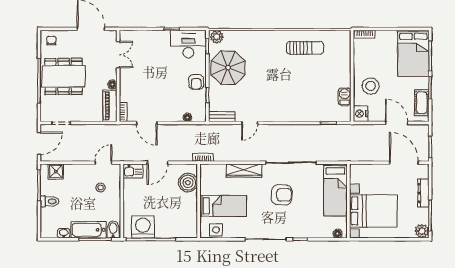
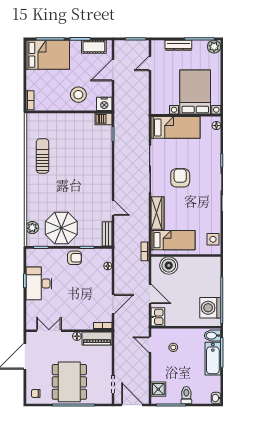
plant: (217, 37) -> (32, 228), moved
desk: (188, 44) -> (39, 283), moved
barbecue: (345, 97) -> (103, 119), moved
door: (404, 163) -> (150, 63), width x0.53
bed: (223, 206) -> (173, 240), moved, turned 90
washbasin: (64, 233) -> (216, 398), moved

